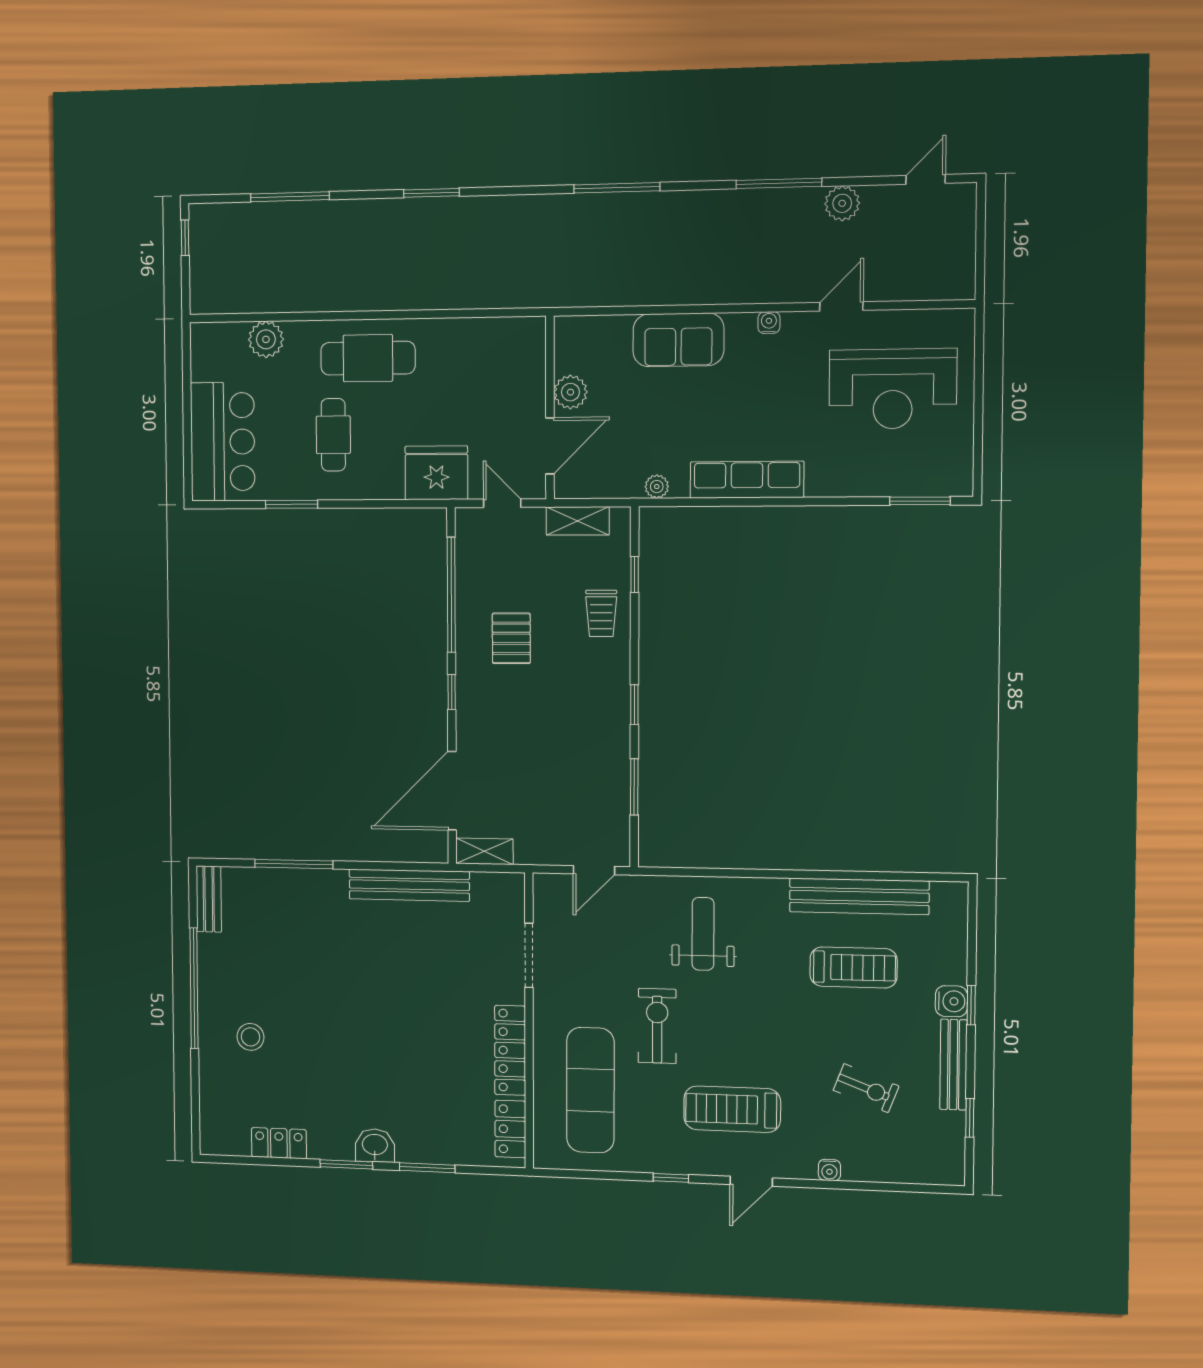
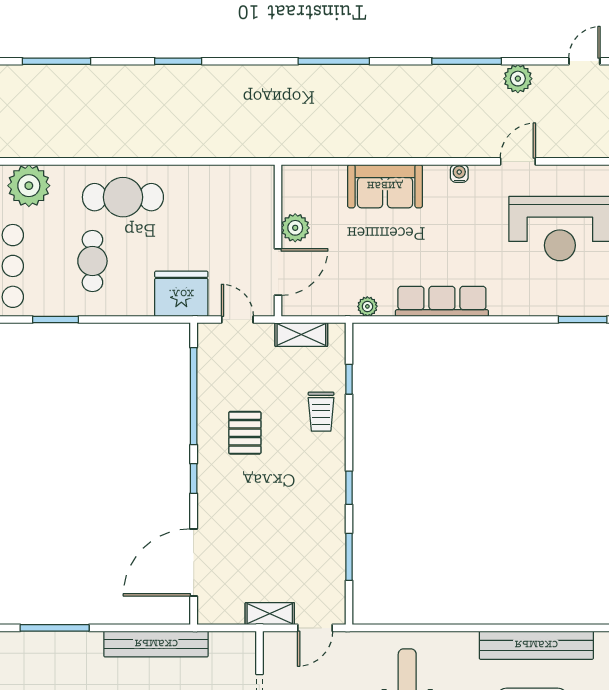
plant: (266, 339) -> (29, 186), width x1.36, depth x1.36
shelving: (484, 851) -> (270, 614), moved

